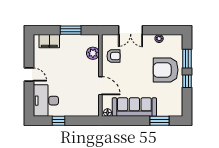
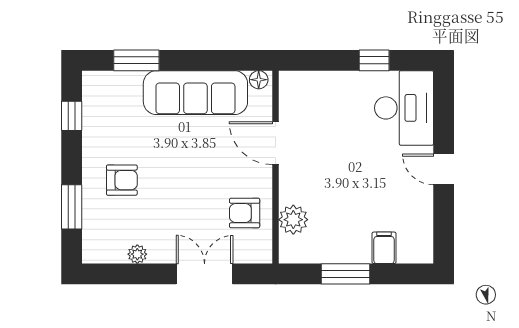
filing cabinet: (49, 41) -> (384, 248), width x0.50
armchair: (166, 70) -> (122, 180), width x0.53, depth x0.53
window: (187, 81) -> (72, 116), moved

